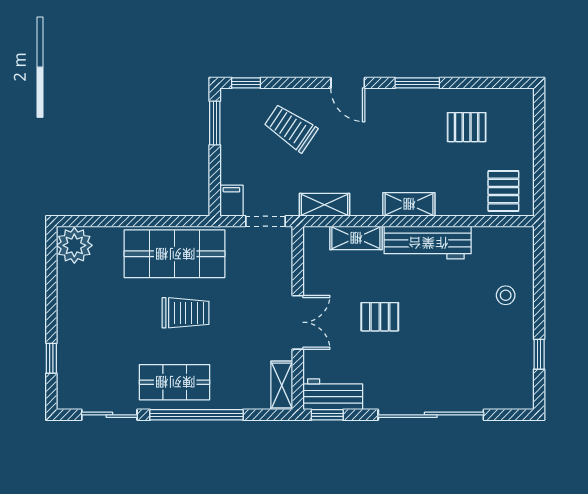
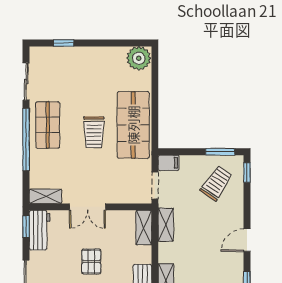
trolley: (291, 128) -> (216, 183), moved
shelving: (356, 238) -> (144, 228), moved

